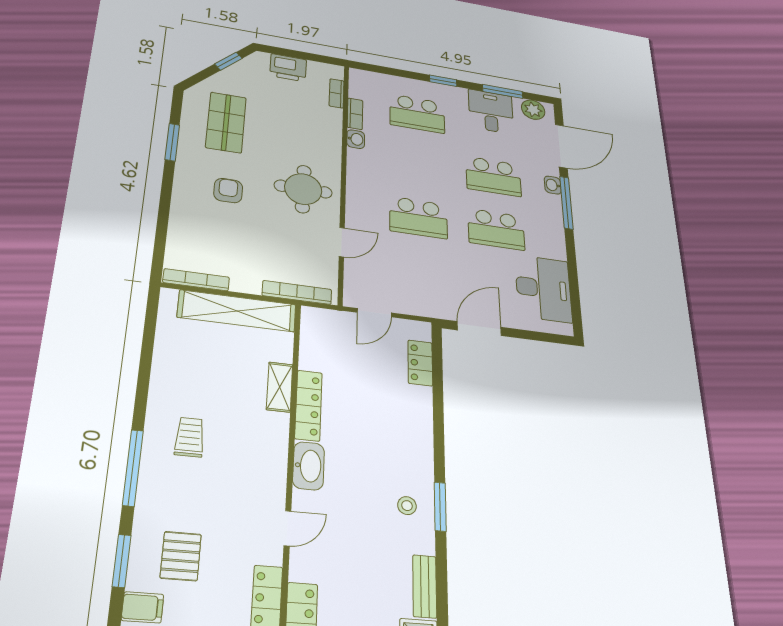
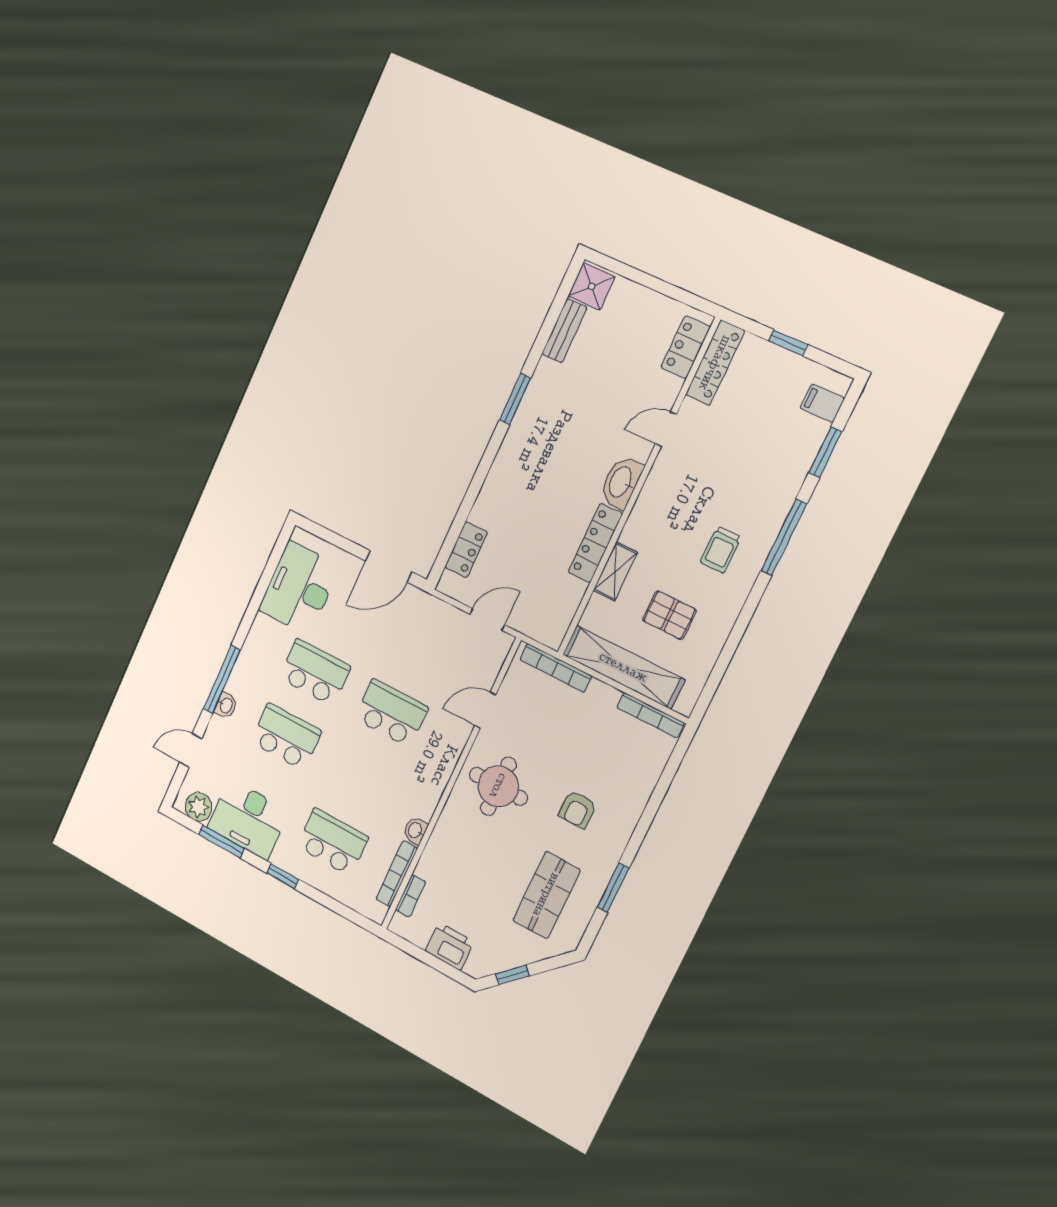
desk: (491, 112) -> (248, 819), width x1.37
bookcase: (355, 114) -> (397, 874), width x1.56
door: (561, 146) -> (191, 750), width x0.53
stool: (407, 506) -> (546, 411), removed
pallet: (181, 556) -> (669, 615), moved, turned 90

